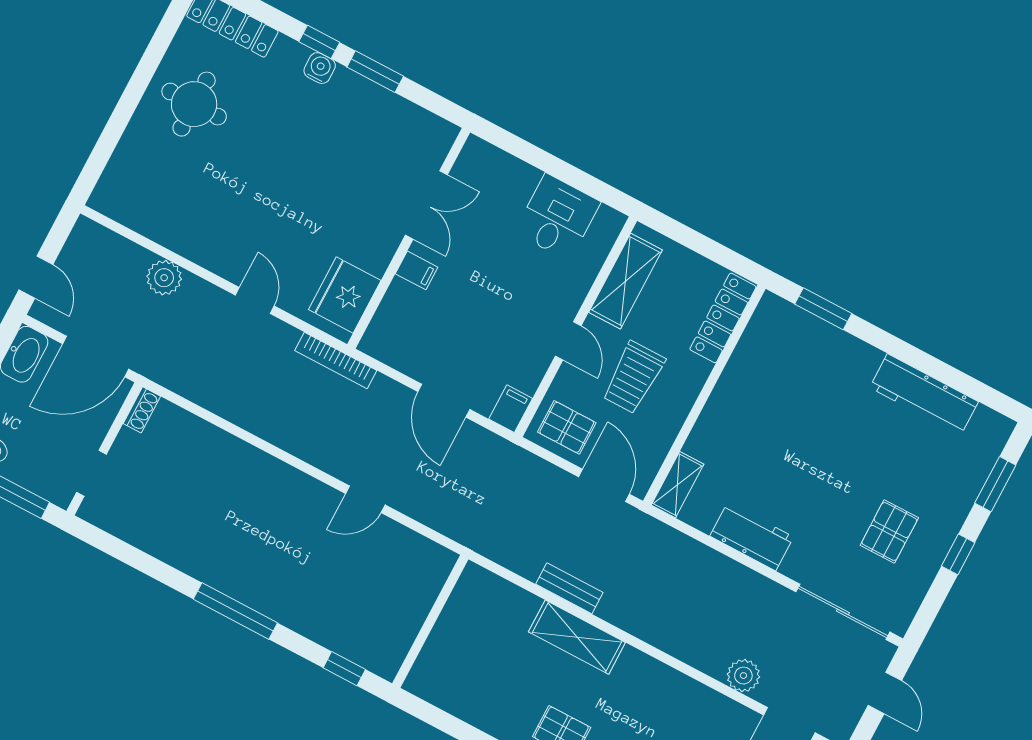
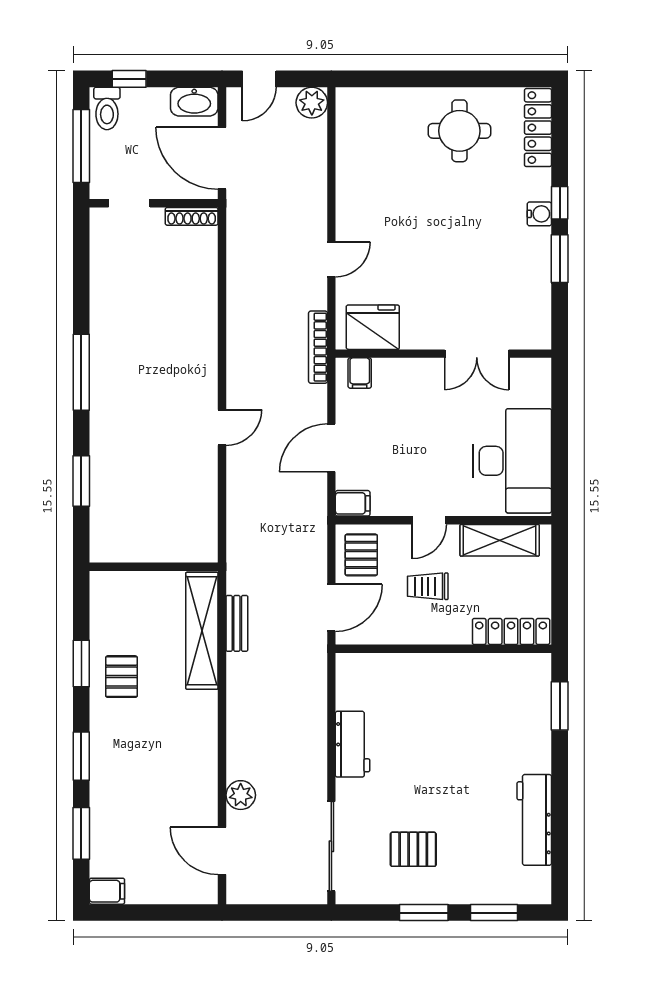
desk: (557, 217) -> (512, 461), width x1.87, depth x1.30
filing cabinet: (417, 270) -> (360, 373), moved
plant: (164, 278) -> (312, 103), moved
trolley: (633, 377) -> (428, 586), width x0.73, depth x0.72
shoe rack: (142, 410) -> (192, 216), width x1.43
shelving: (678, 485) -> (362, 665), removed
door: (365, 499) -> (222, 427), swing flipped
window: (958, 554) -> (424, 913), width x1.50
wall: (430, 621) -> (154, 567), moved
shelving: (577, 637) -> (202, 631), width x1.47
window: (344, 669) -> (81, 481), width x1.50
door: (885, 693) -> (286, 913), removed

